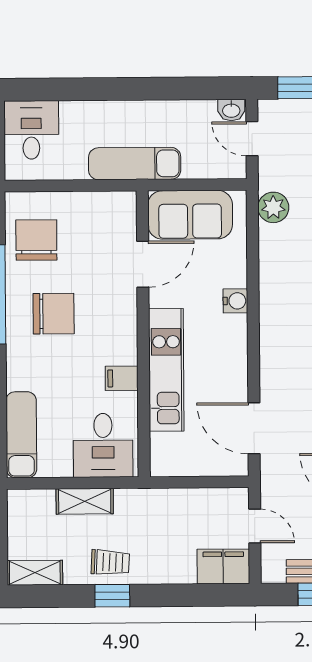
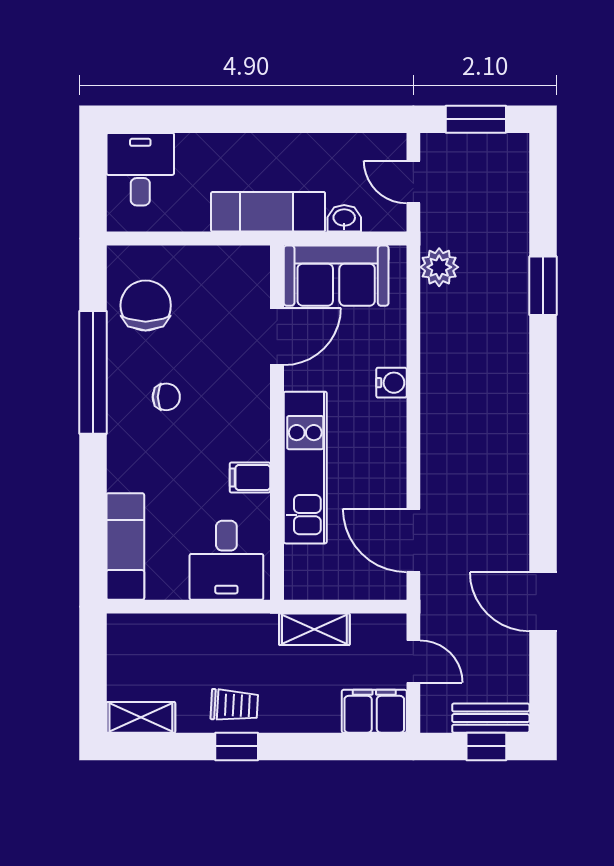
washbasin: (231, 110) -> (344, 218), moved, turned 180
chair: (54, 314) -> (166, 397), width x0.54, depth x0.54
shelving: (85, 501) -> (314, 629), moved

